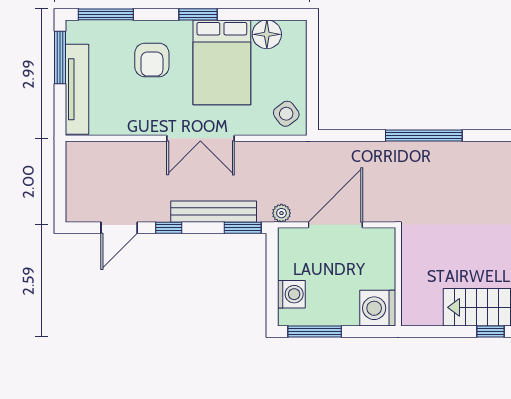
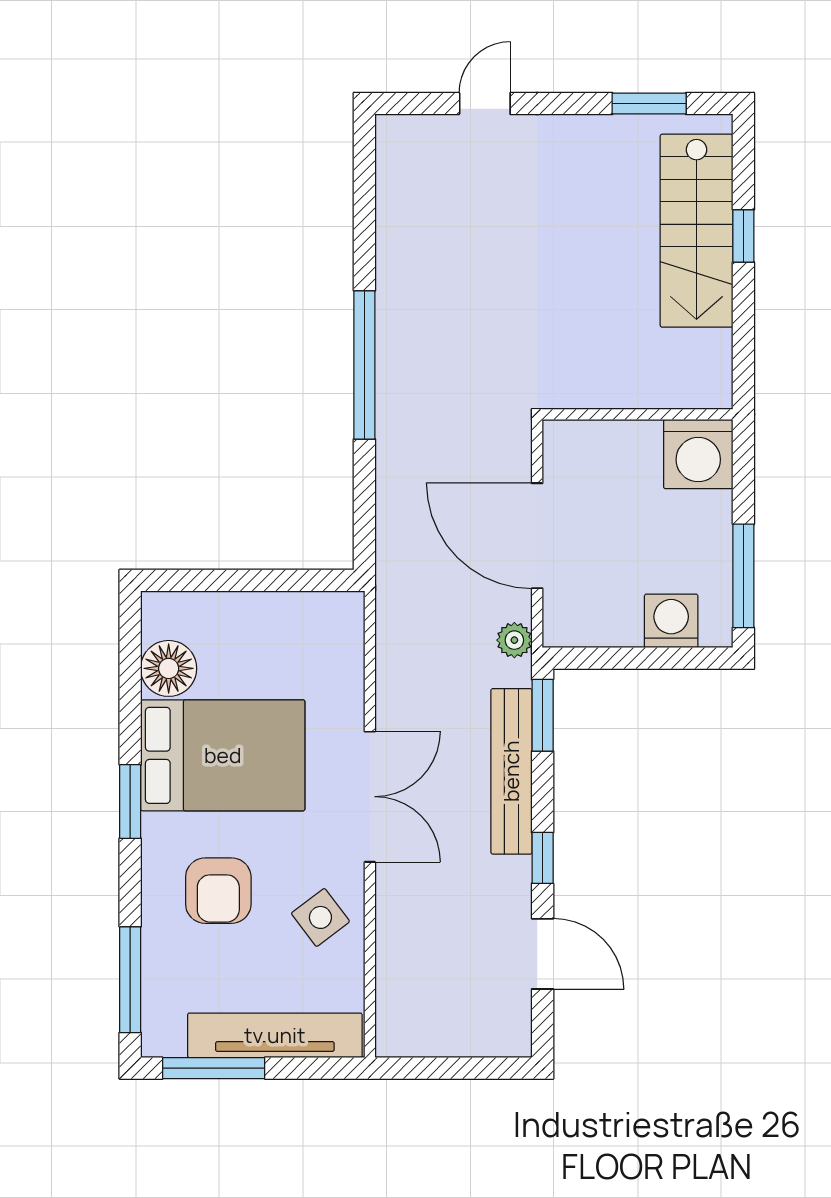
armchair: (152, 60) -> (218, 891), turned 90
side table: (286, 114) -> (320, 917), moved

